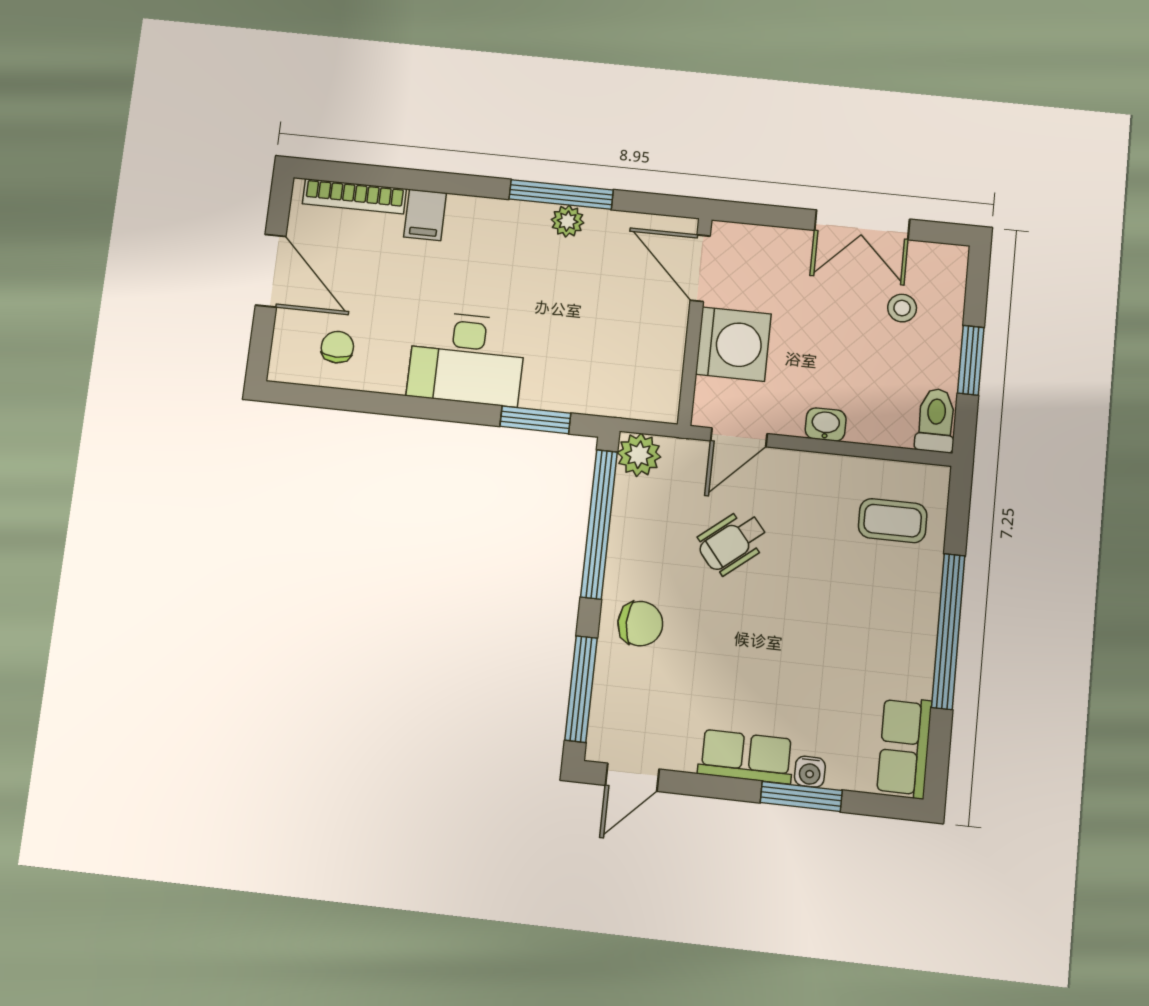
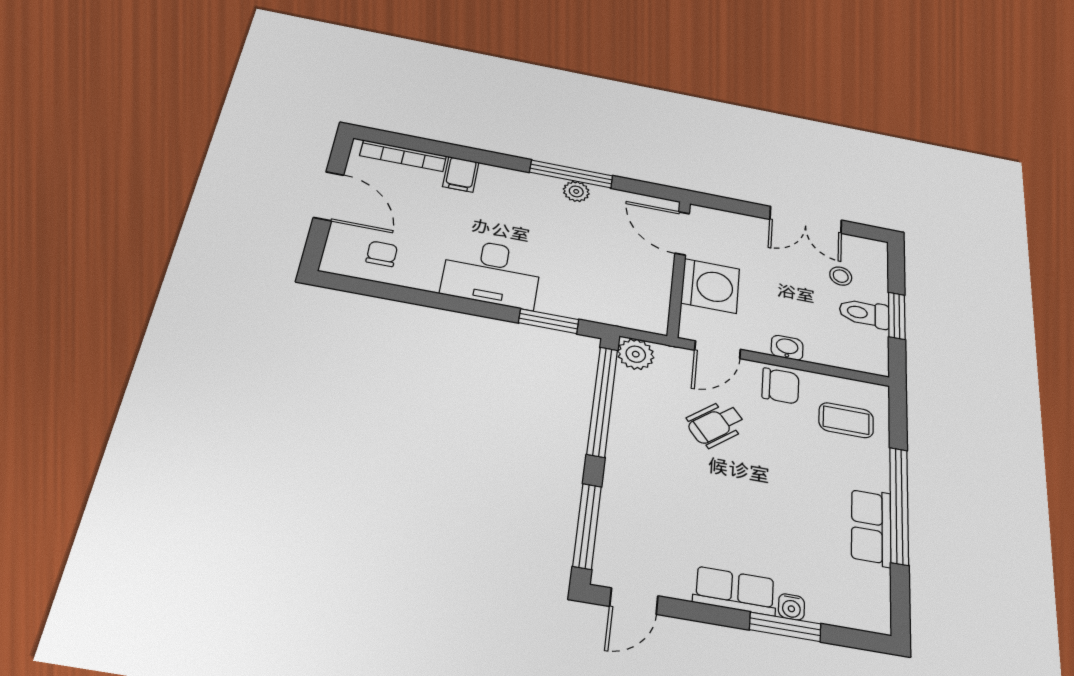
toilet: (936, 420) -> (864, 313), moved, turned -90
chair: (640, 624) -> (780, 386), moved
row of seats: (904, 747) -> (871, 527), moved

